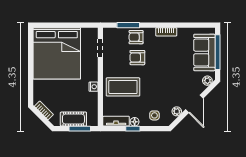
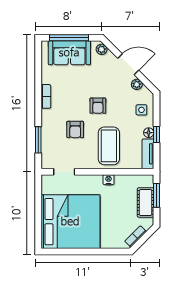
armchair: (136, 37) -> (98, 106), moved

